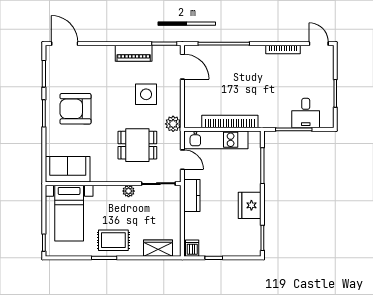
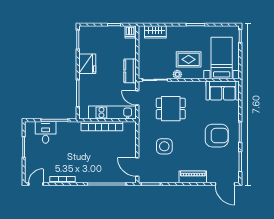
door: (319, 44) -> (36, 184), swing flipped
piano: (134, 53) -> (193, 177), moved
plant: (173, 124) -> (144, 124), removed
rug: (113, 240) -> (189, 59), moved

